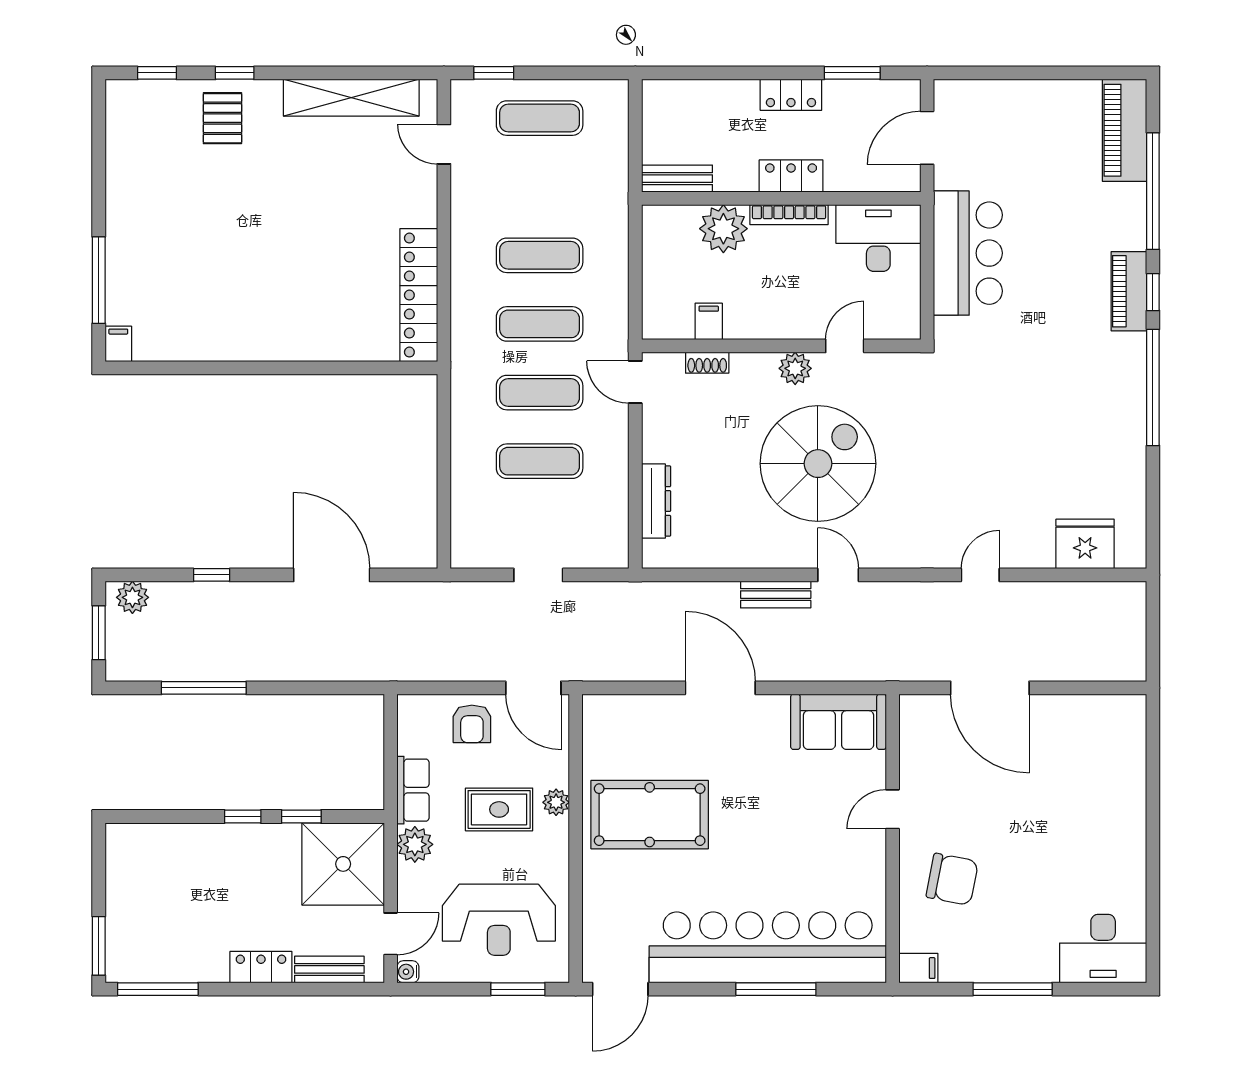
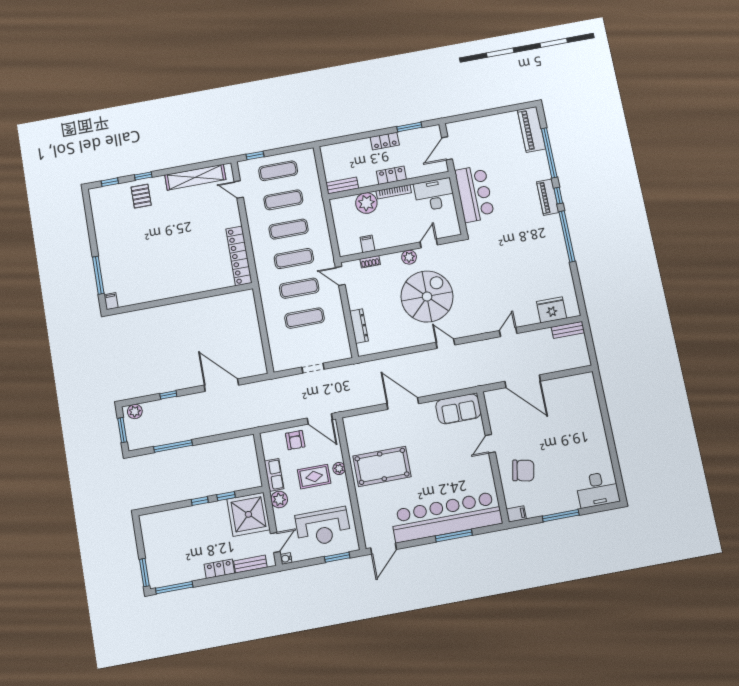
exercise mat: (540, 187) -> (283, 200), added
bench: (776, 595) -> (568, 330), moved

